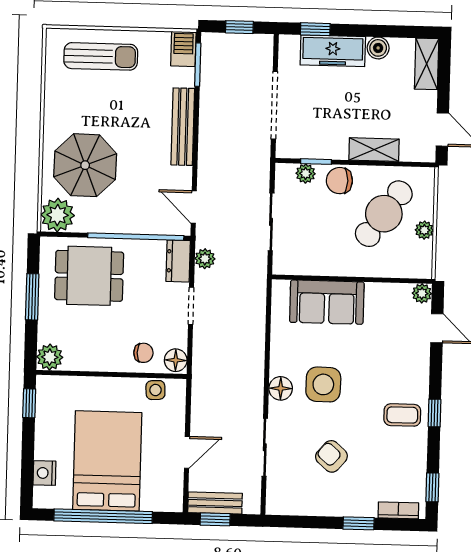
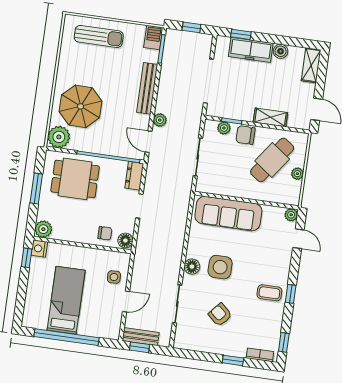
plant: (205, 259) -> (160, 120), moved
sofa: (327, 302) -> (228, 214), width x1.36
side table: (155, 390) -> (114, 277), moved
bed: (107, 461) -> (66, 300), width x0.67
nightstand: (44, 473) -> (39, 249), moved

